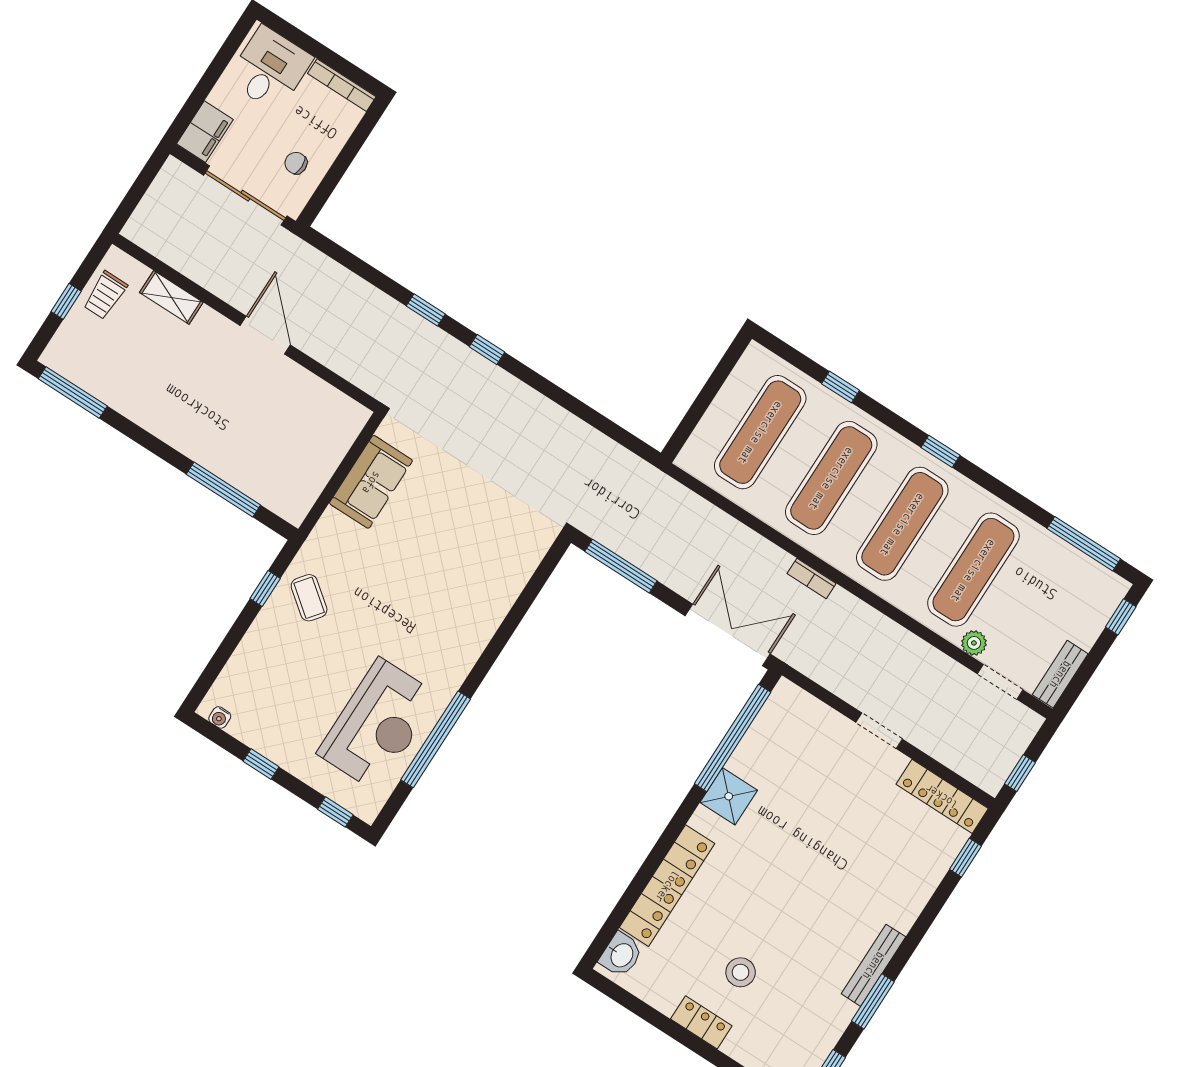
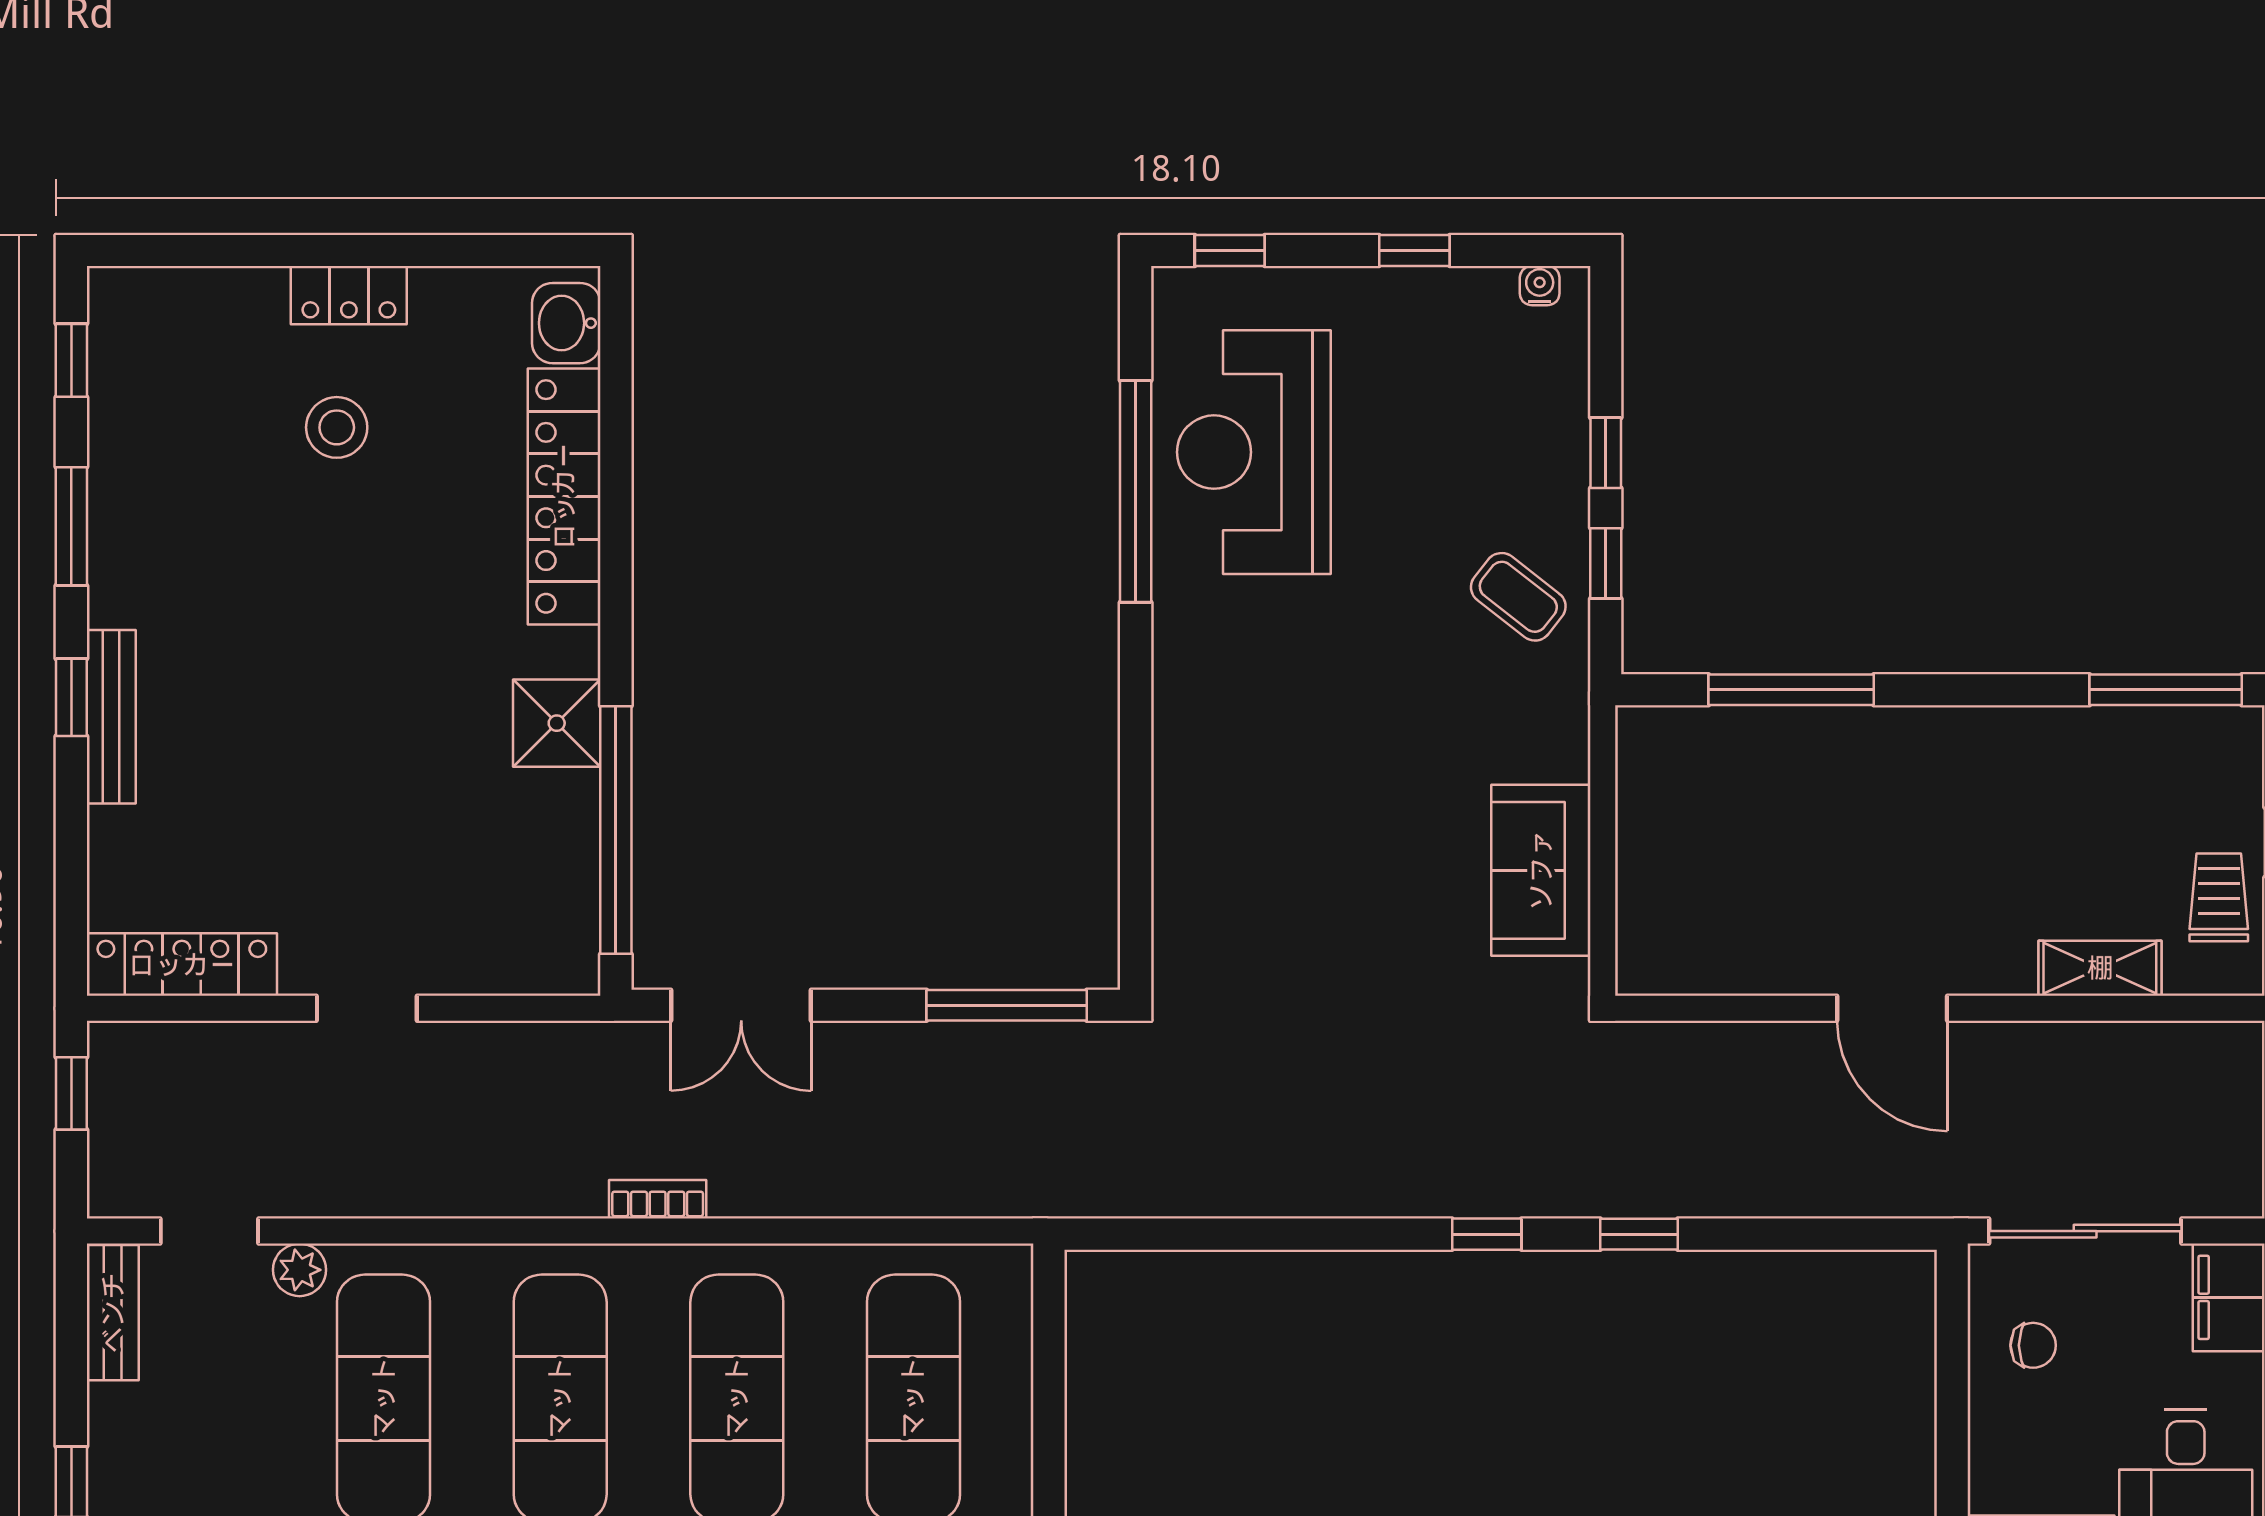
window: (236, 633) -> (1606, 453), added
double door: (728, 635) -> (741, 1005), width x0.73
window: (965, 858) -> (71, 697), moved
bench: (873, 965) -> (111, 717), moved

